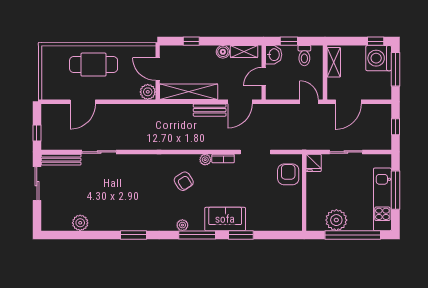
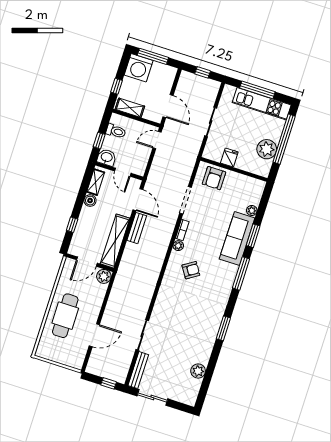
window: (376, 41) -> (117, 86), moved
door: (83, 102) -> (94, 335), hinge flipped
fridge: (314, 163) -> (229, 157), moved, turned -90
armchair: (288, 174) -> (214, 178), turned -90
sofa: (225, 219) -> (237, 239), width x1.36
plant: (182, 225) -> (252, 211), moved

